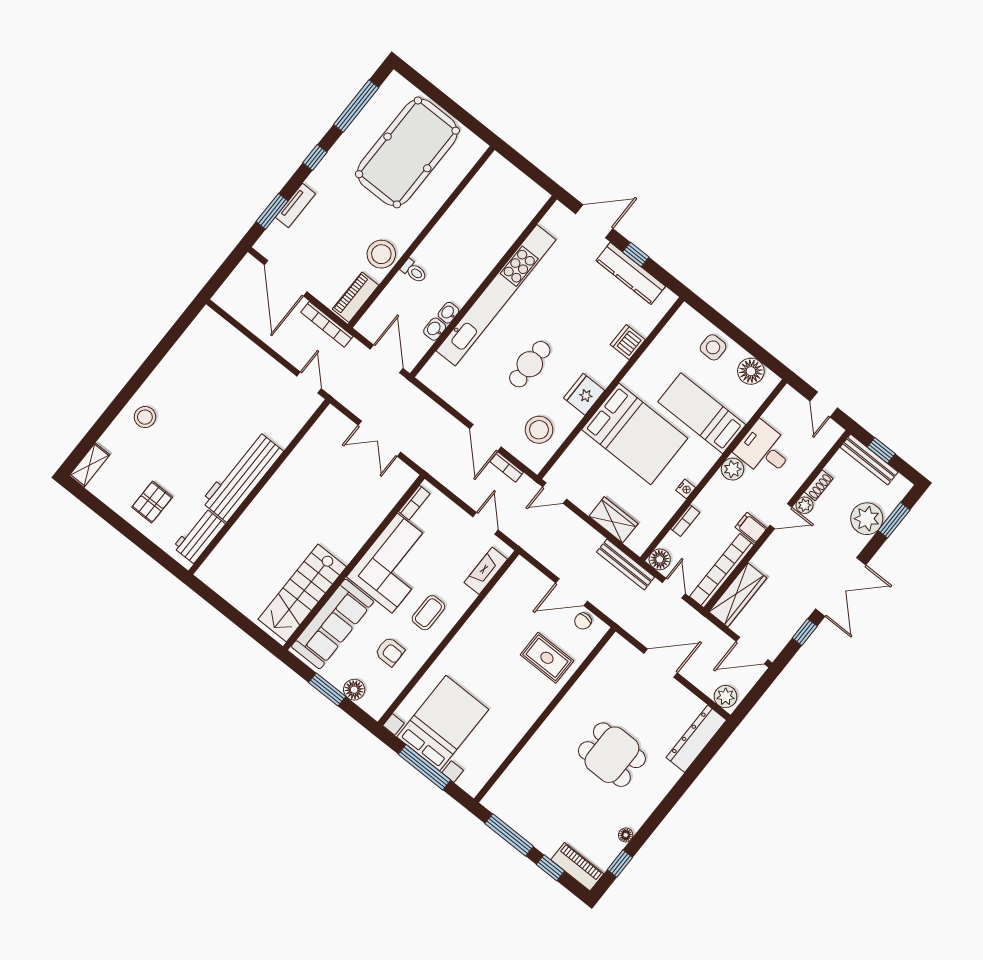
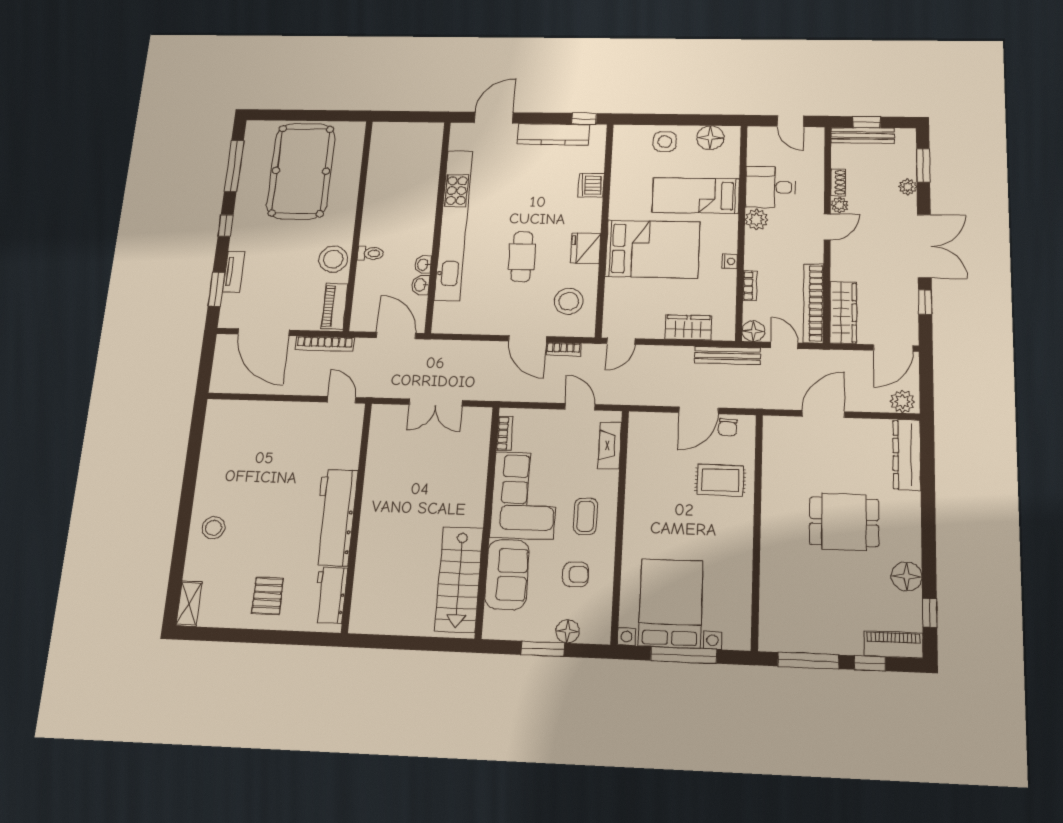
window: (636, 254) -> (584, 119), moved
plant: (867, 519) -> (908, 187), width x0.53, depth x0.53
filing cabinet: (751, 528) -> (810, 253), removed
sofa: (332, 624) -> (507, 574), width x0.73
floor lamp: (626, 835) -> (907, 576), width x1.89, depth x1.89

